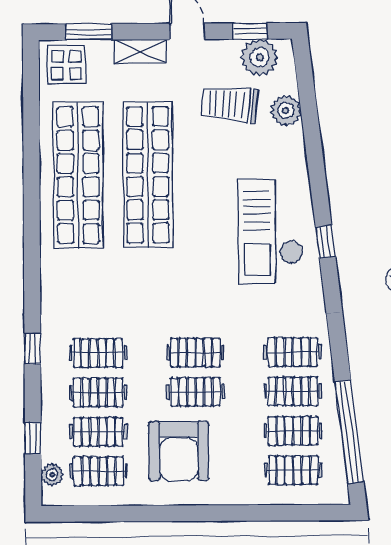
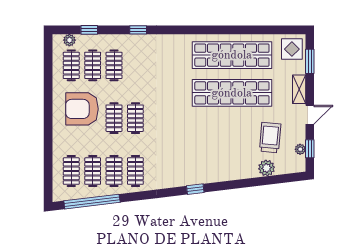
plant: (260, 57) -> (300, 149), width x0.53, depth x0.53
checkout: (270, 231) -> (201, 159), removed
clothes rail: (98, 353) -> (135, 65), removed

